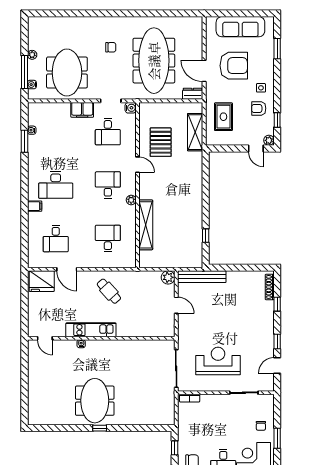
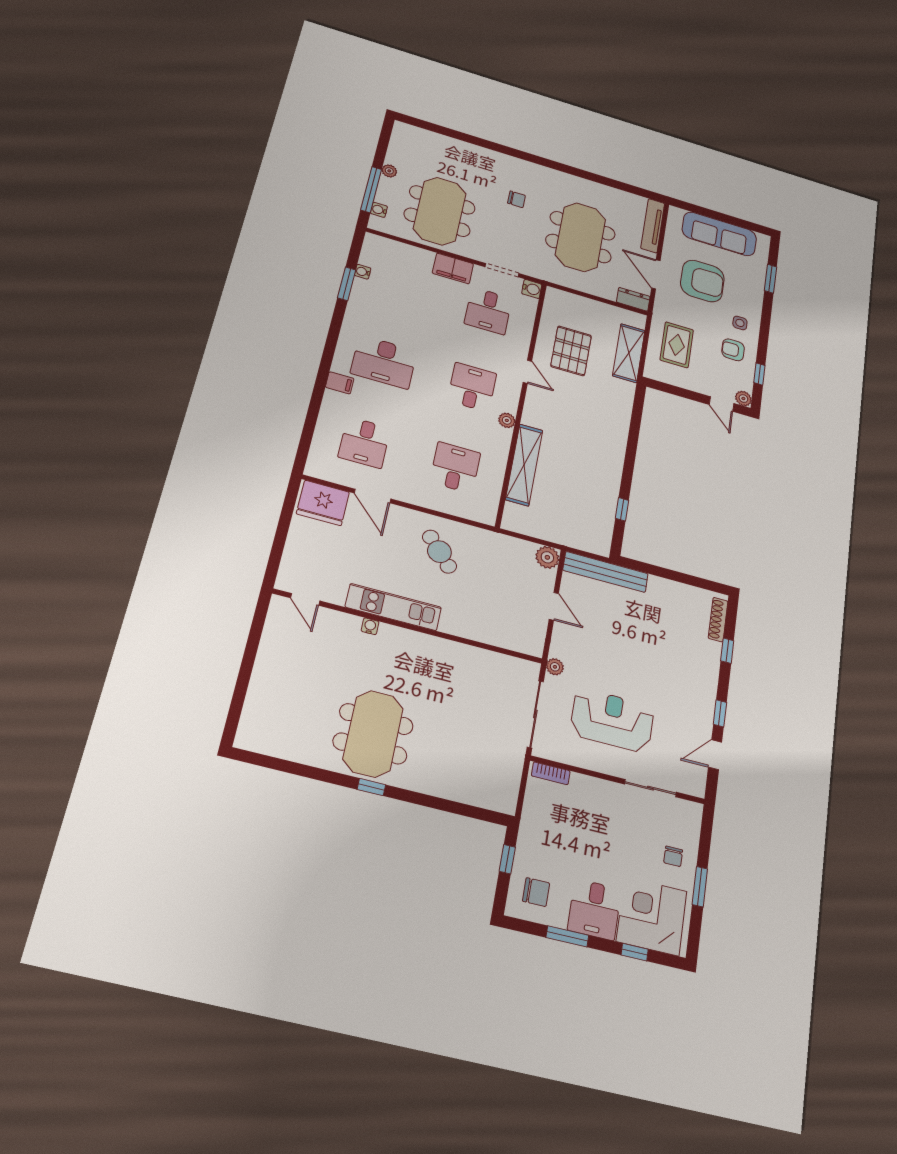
tv unit: (197, 36) -> (653, 226), added
meeting table: (154, 61) -> (581, 237), width x0.73
plant: (182, 340) -> (555, 667), added

